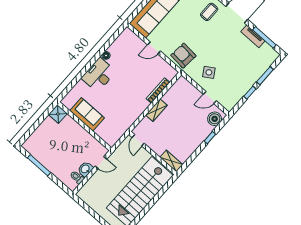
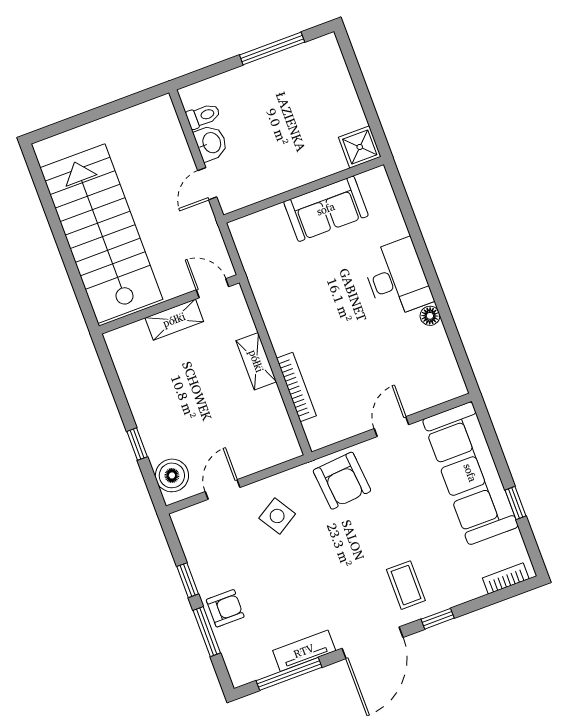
armchair: (183, 56) -> (342, 481), turned 80
armchair: (253, 73) -> (225, 608), added
shelving: (171, 161) -> (174, 320), moved

